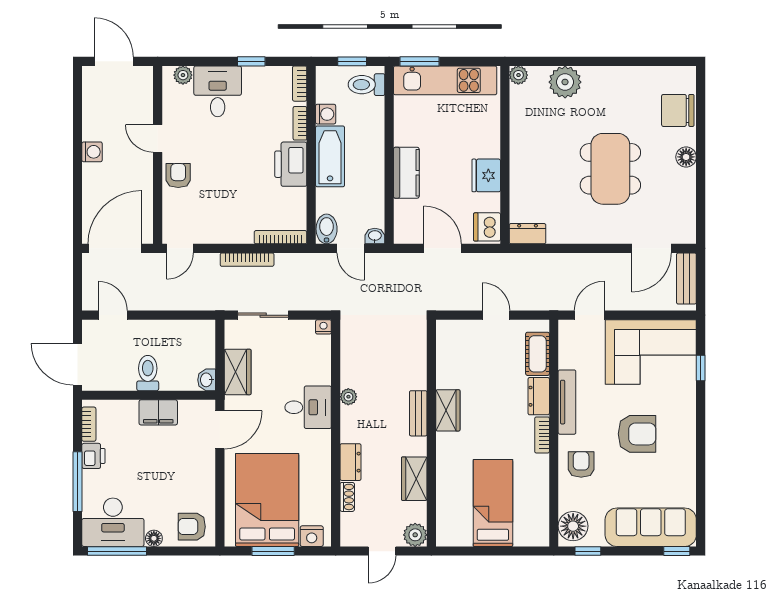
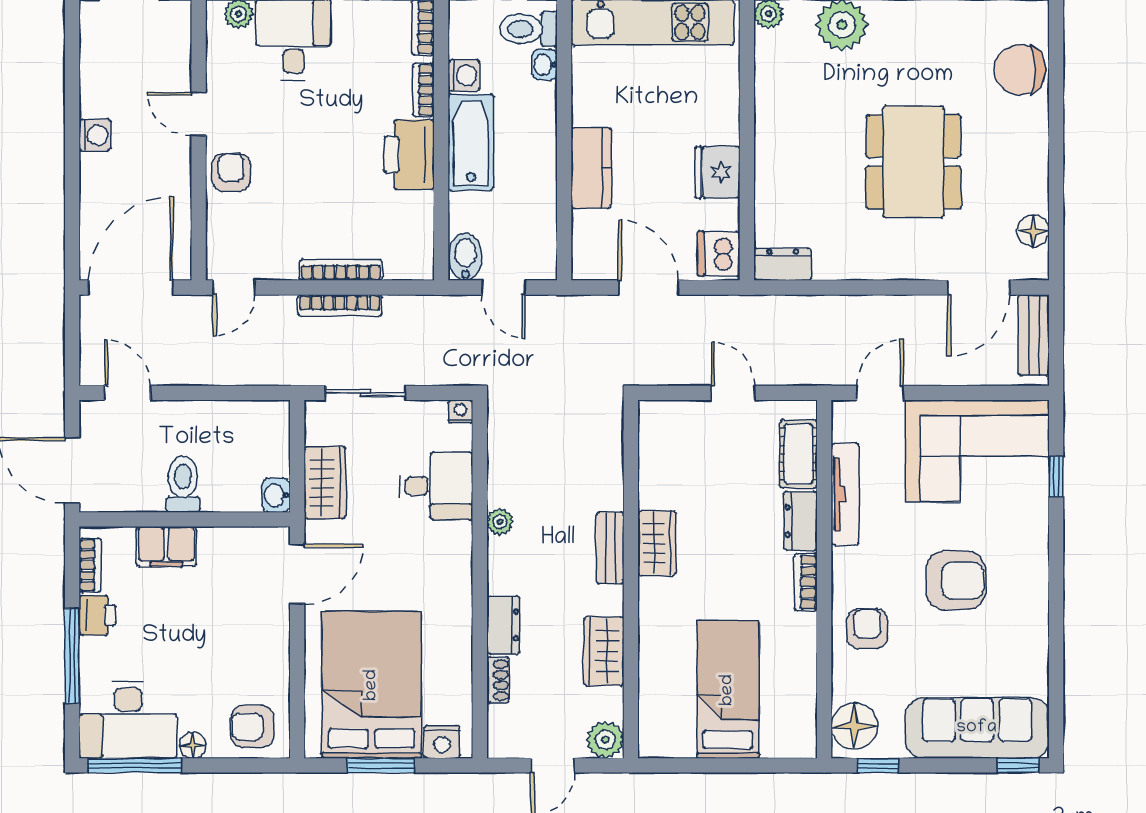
floor lamp: (686, 157) -> (1033, 231), moved
washbasin: (375, 236) -> (545, 65), moved, turned -90
bookcase: (281, 237) -> (341, 270), moved
tv unit: (567, 402) -> (845, 494), moved
desk: (308, 407) -> (436, 486), moved
filing cabinet: (158, 412) -> (166, 546), moved

